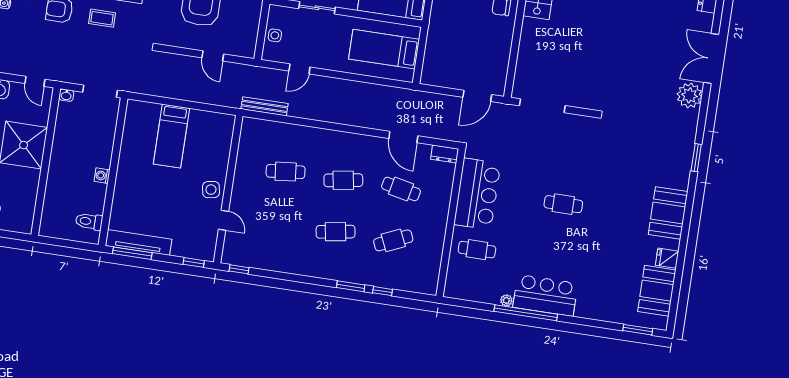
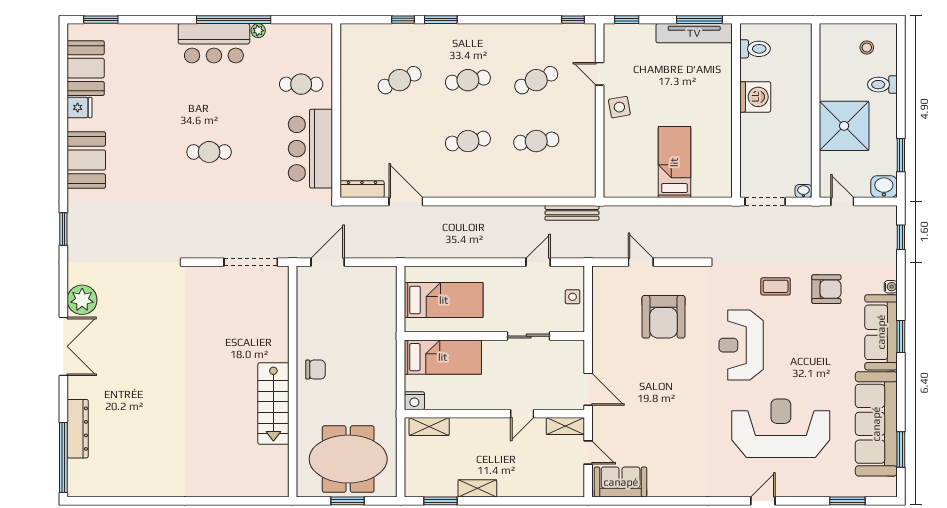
dresser: (445, 154) -> (362, 189), width x1.44
washing machine: (102, 176) -> (755, 97), width x1.89, depth x1.89
cafe table: (401, 189) -> (536, 80), moved, turned -36

